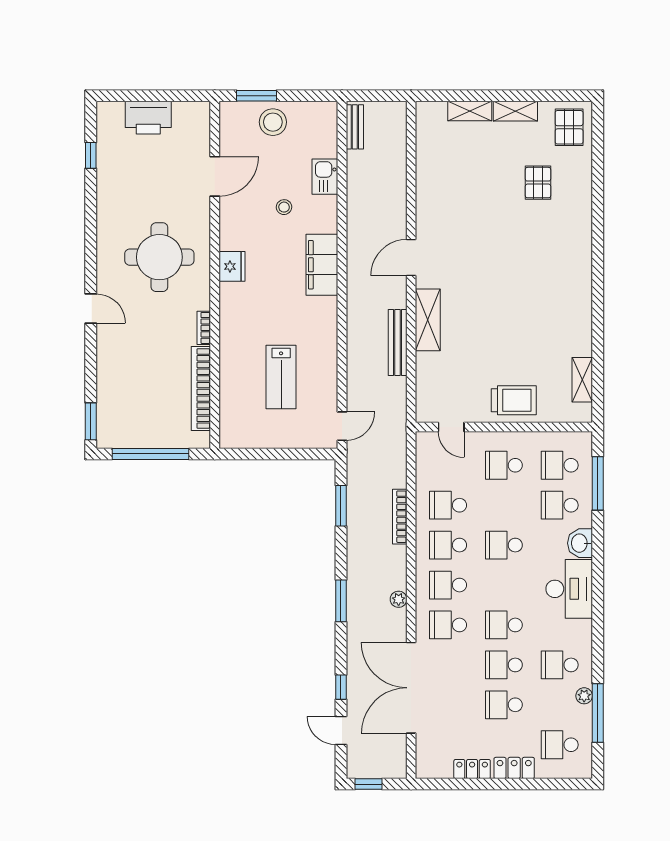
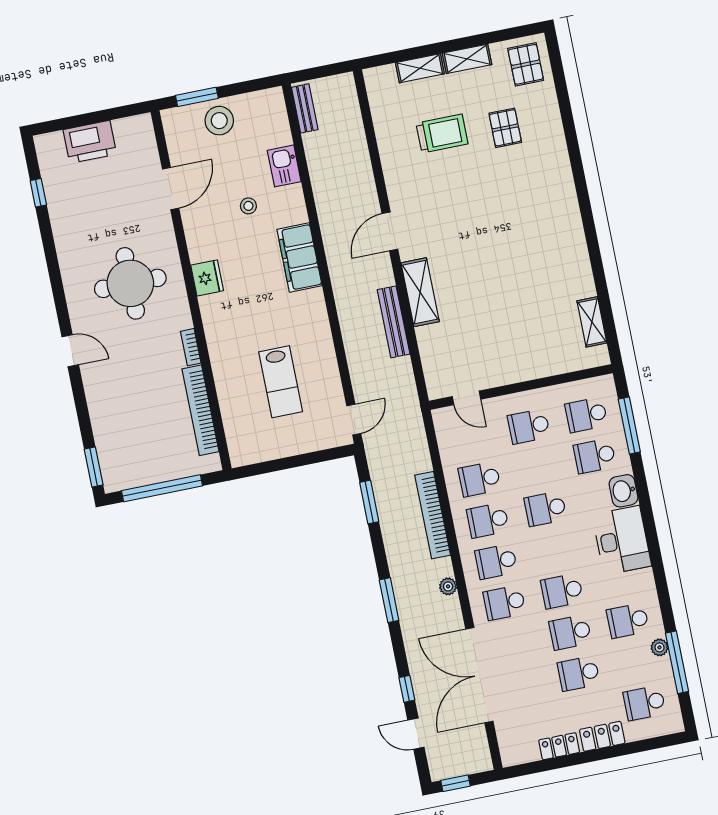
trolley: (514, 400) -> (442, 134), moved
bookcase: (400, 517) -> (433, 515), width x1.48, depth x1.31

